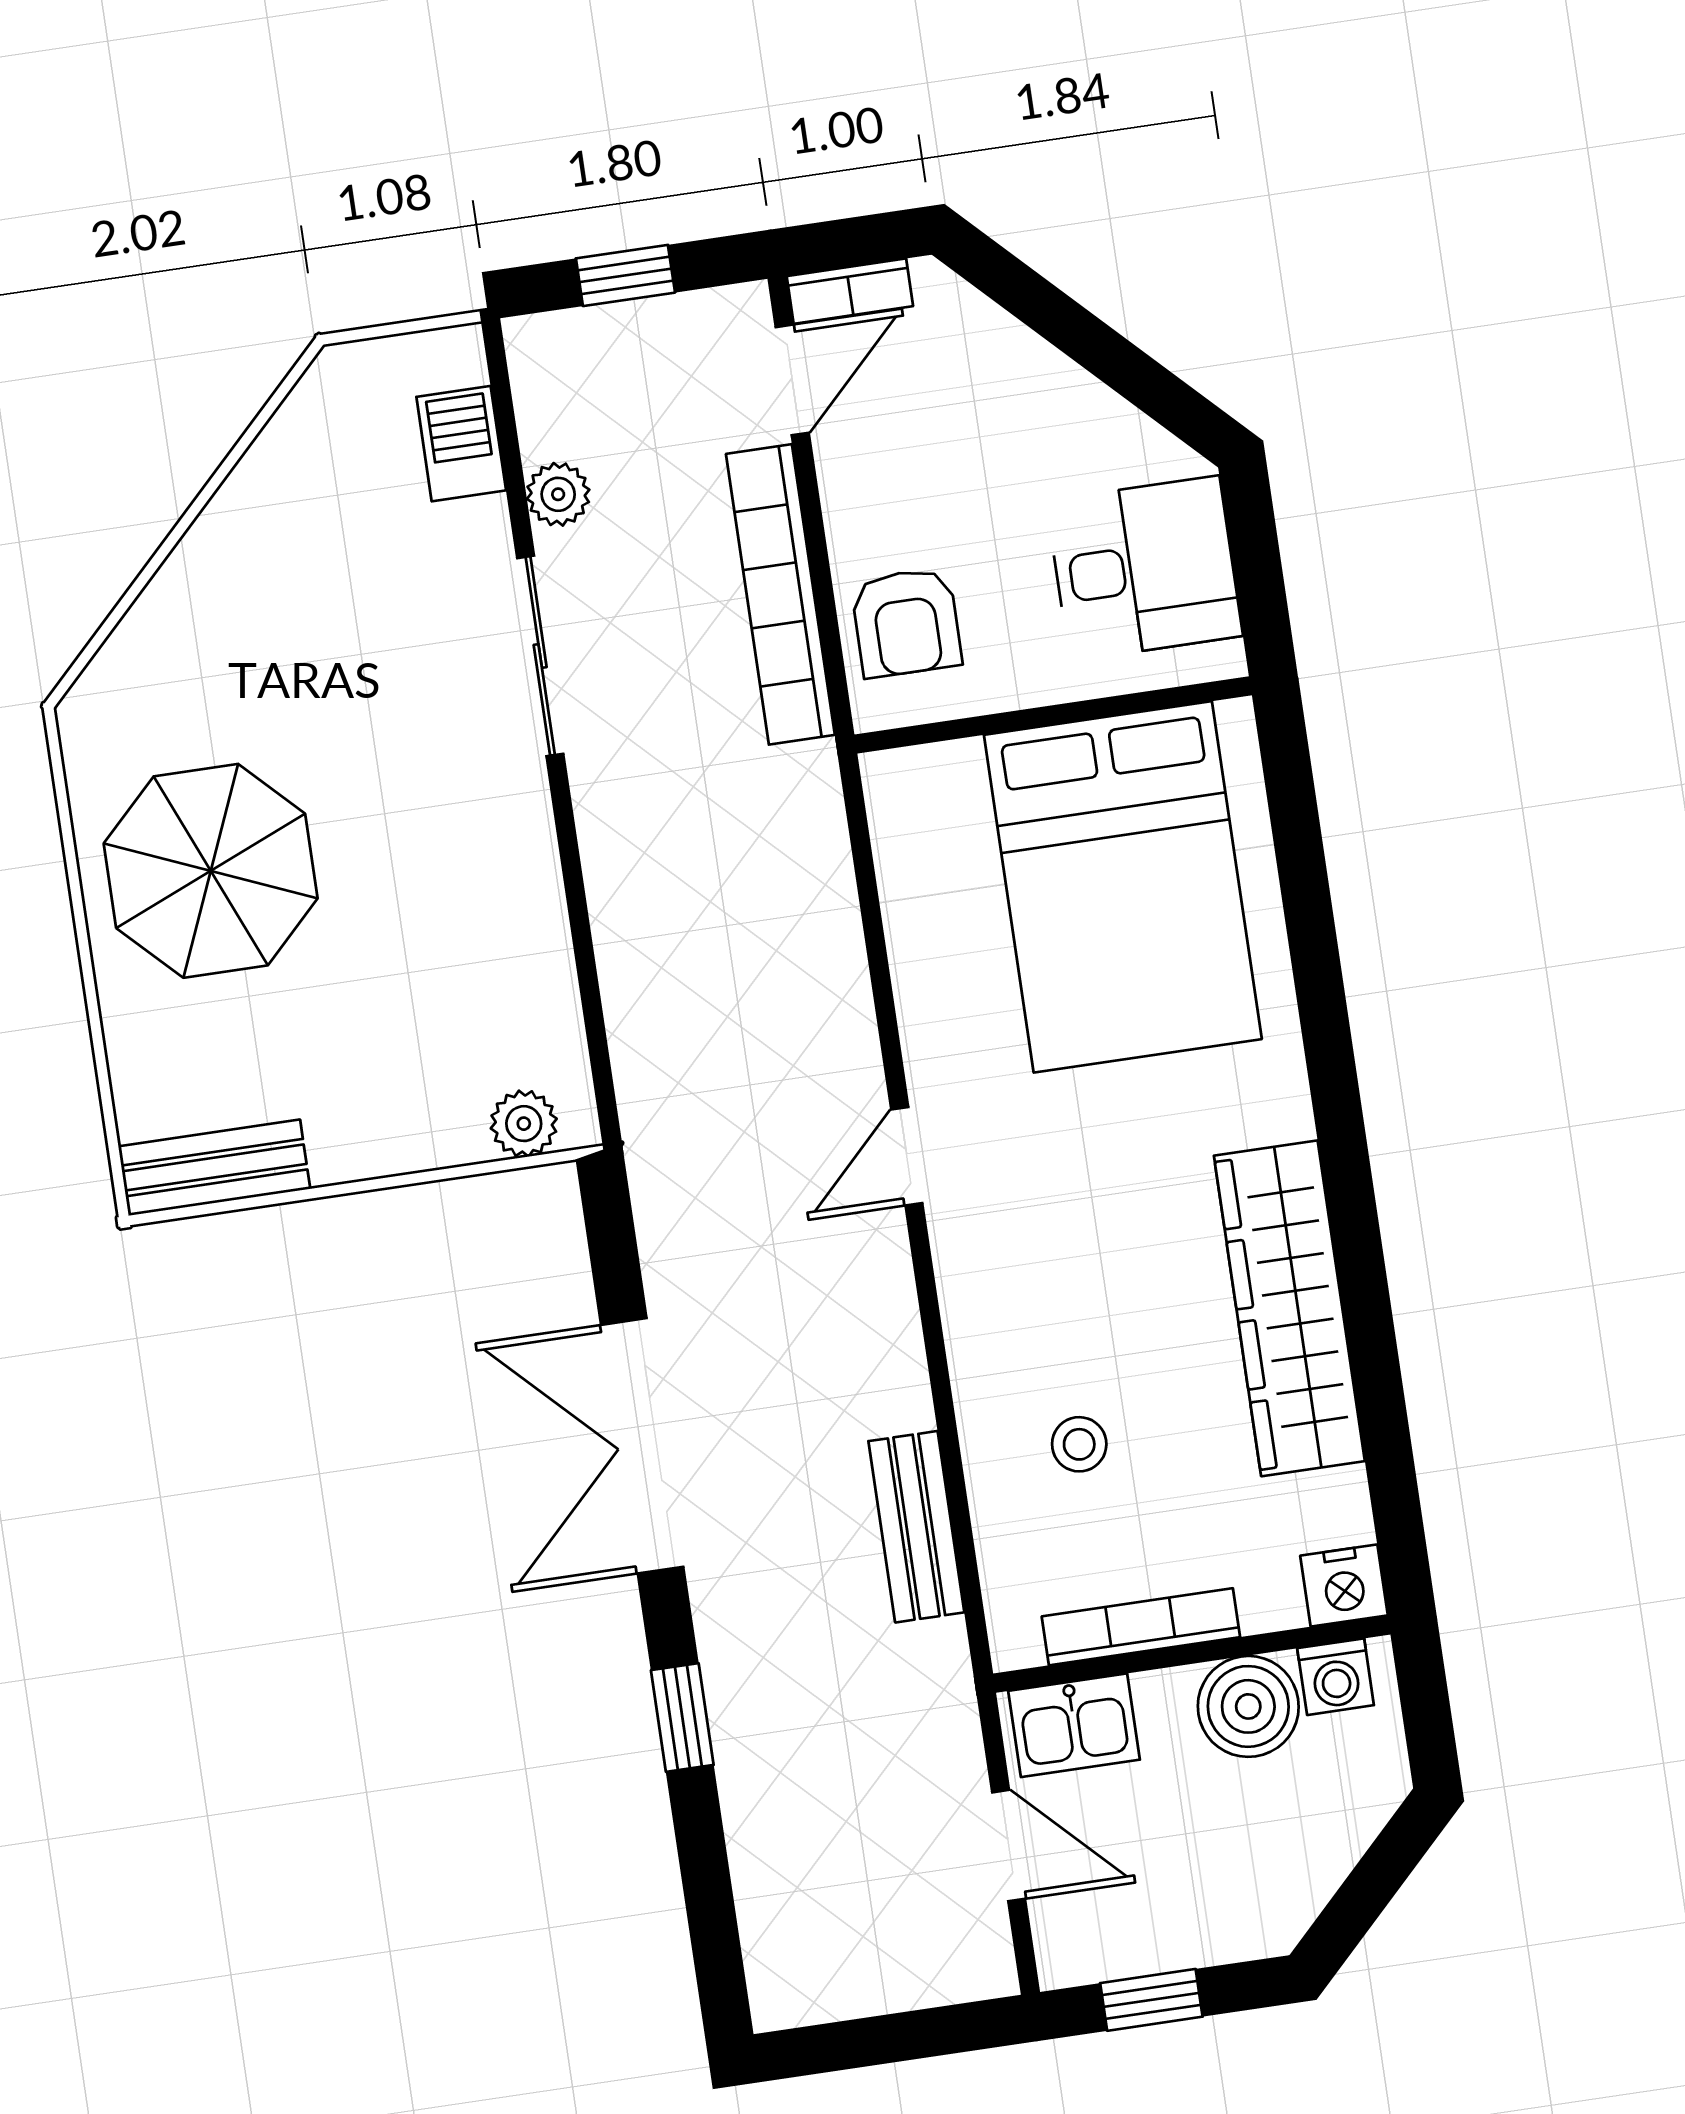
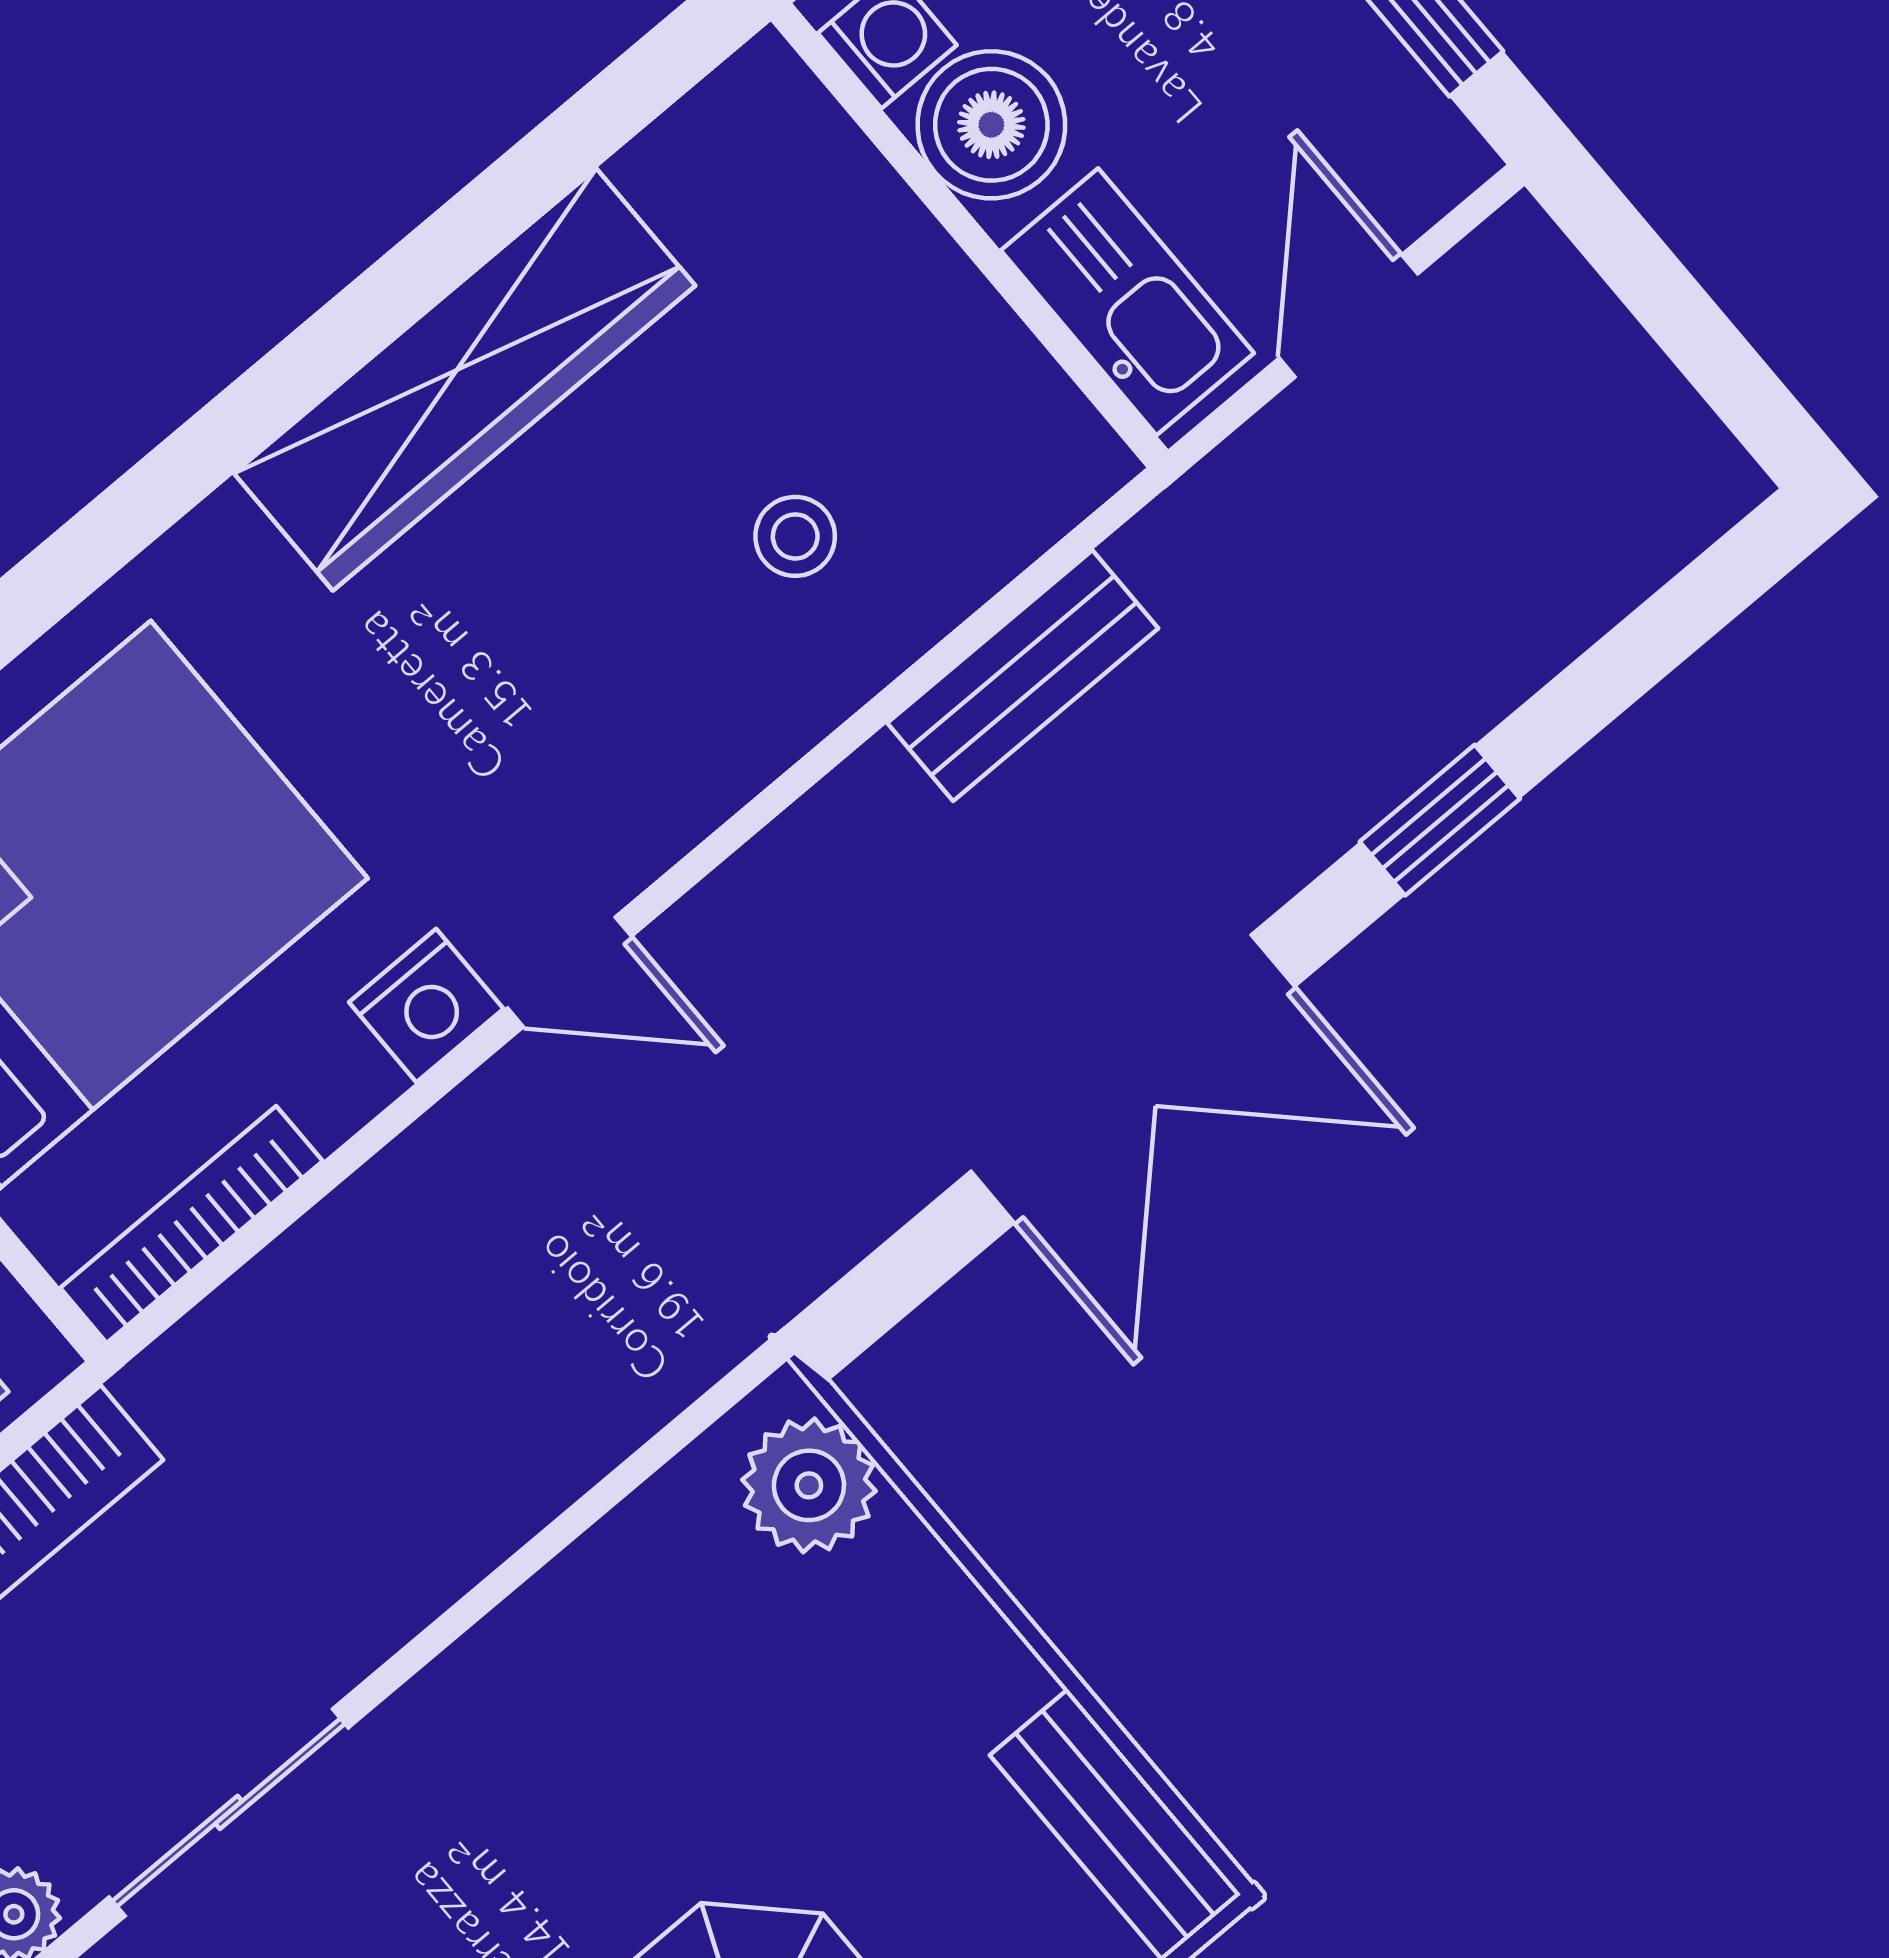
plant: (524, 1124) -> (809, 1485), width x1.38, depth x1.38
nightstand: (1344, 1586) -> (426, 1006), moved, turned 90
bookcase: (1141, 1627) -> (191, 1225), moved, turned 90
kitchen sink: (1074, 1725) -> (1127, 302), width x1.38

